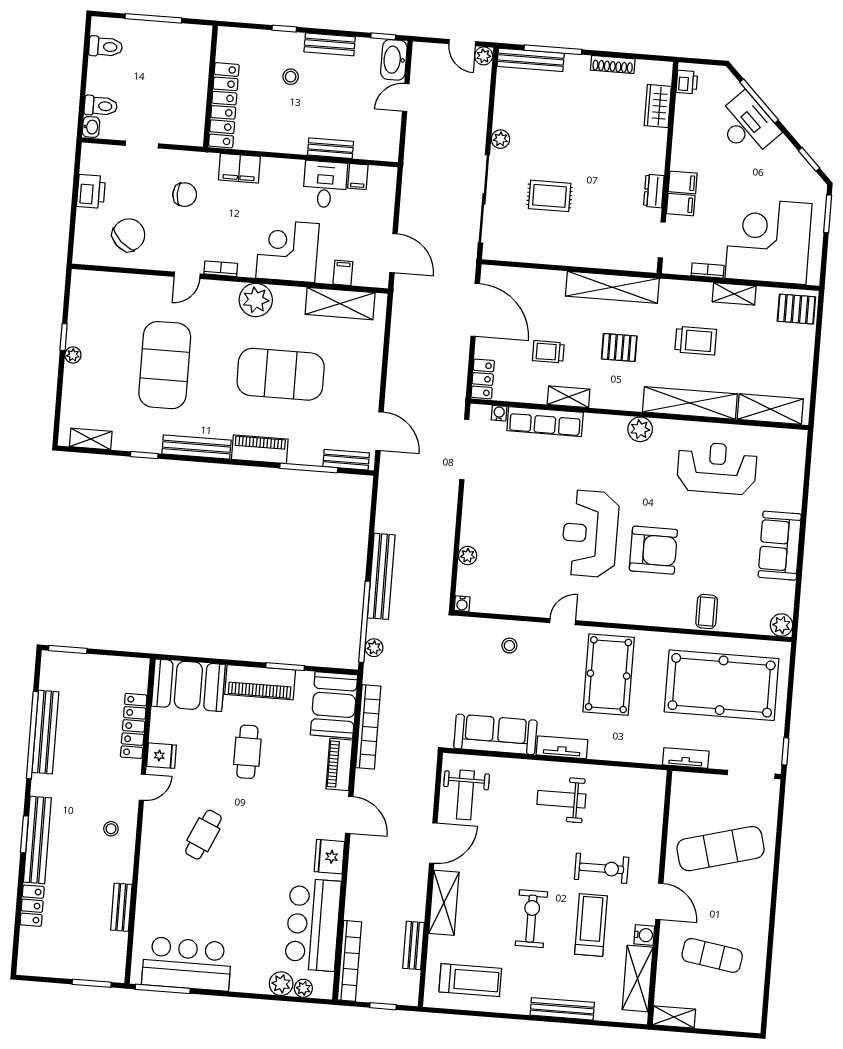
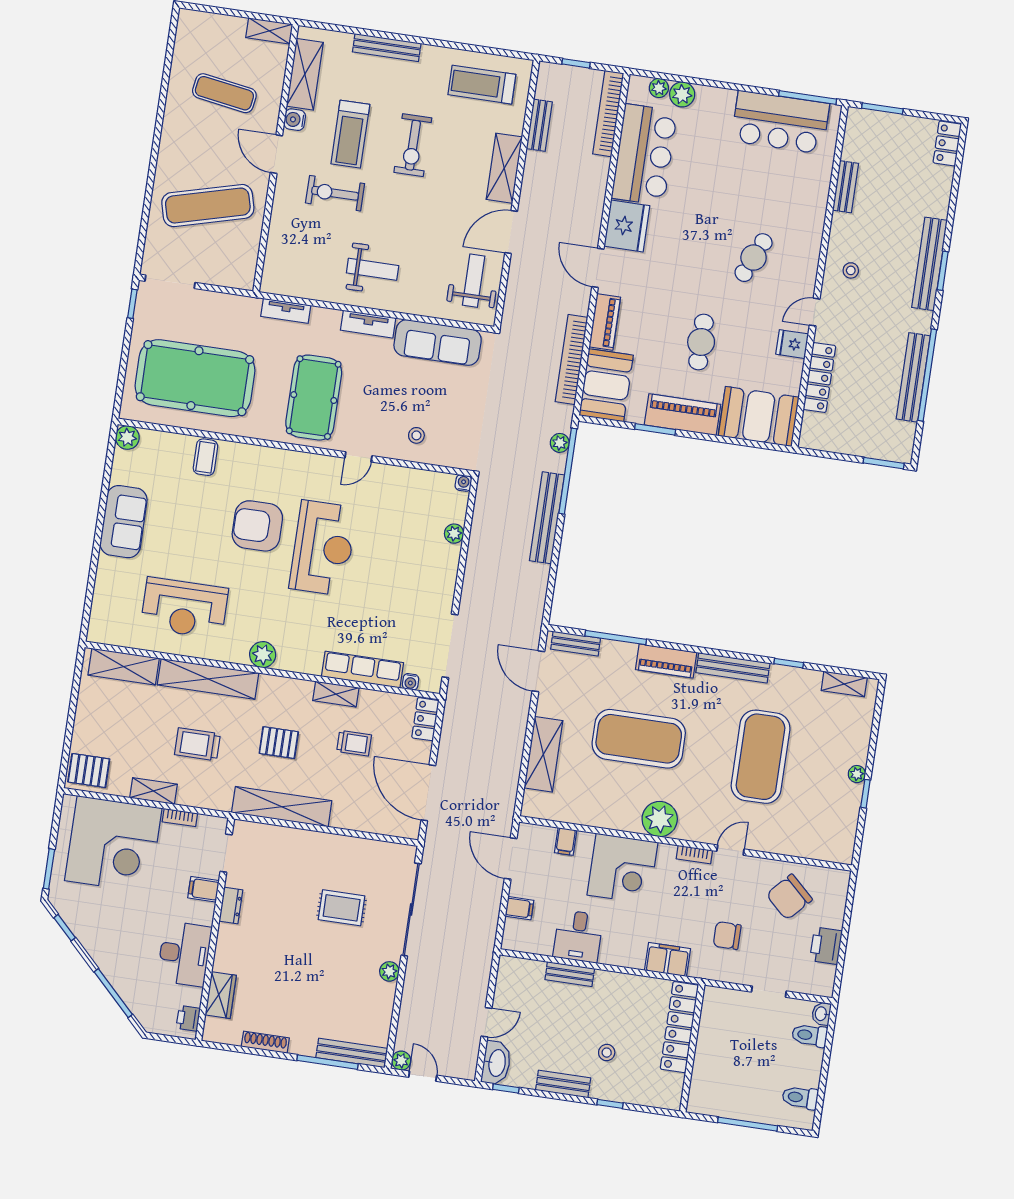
desk: (747, 125) -> (184, 954), moved, turned -135
filing cabinet: (358, 177) -> (519, 908), moved, turned 90
filing cabinet: (683, 182) -> (200, 913), removed
shelving: (340, 304) -> (543, 754), moved, turned 90
tv unit: (686, 758) -> (286, 311), moved
fridge: (329, 857) -> (627, 226), width x1.36, depth x1.34
locker: (32, 906) -> (947, 143), moved

